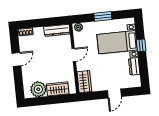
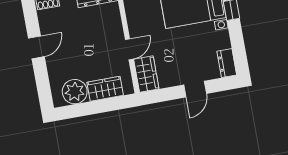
door: (74, 55) -> (129, 49), moved
dresser: (134, 66) -> (227, 63), moved

